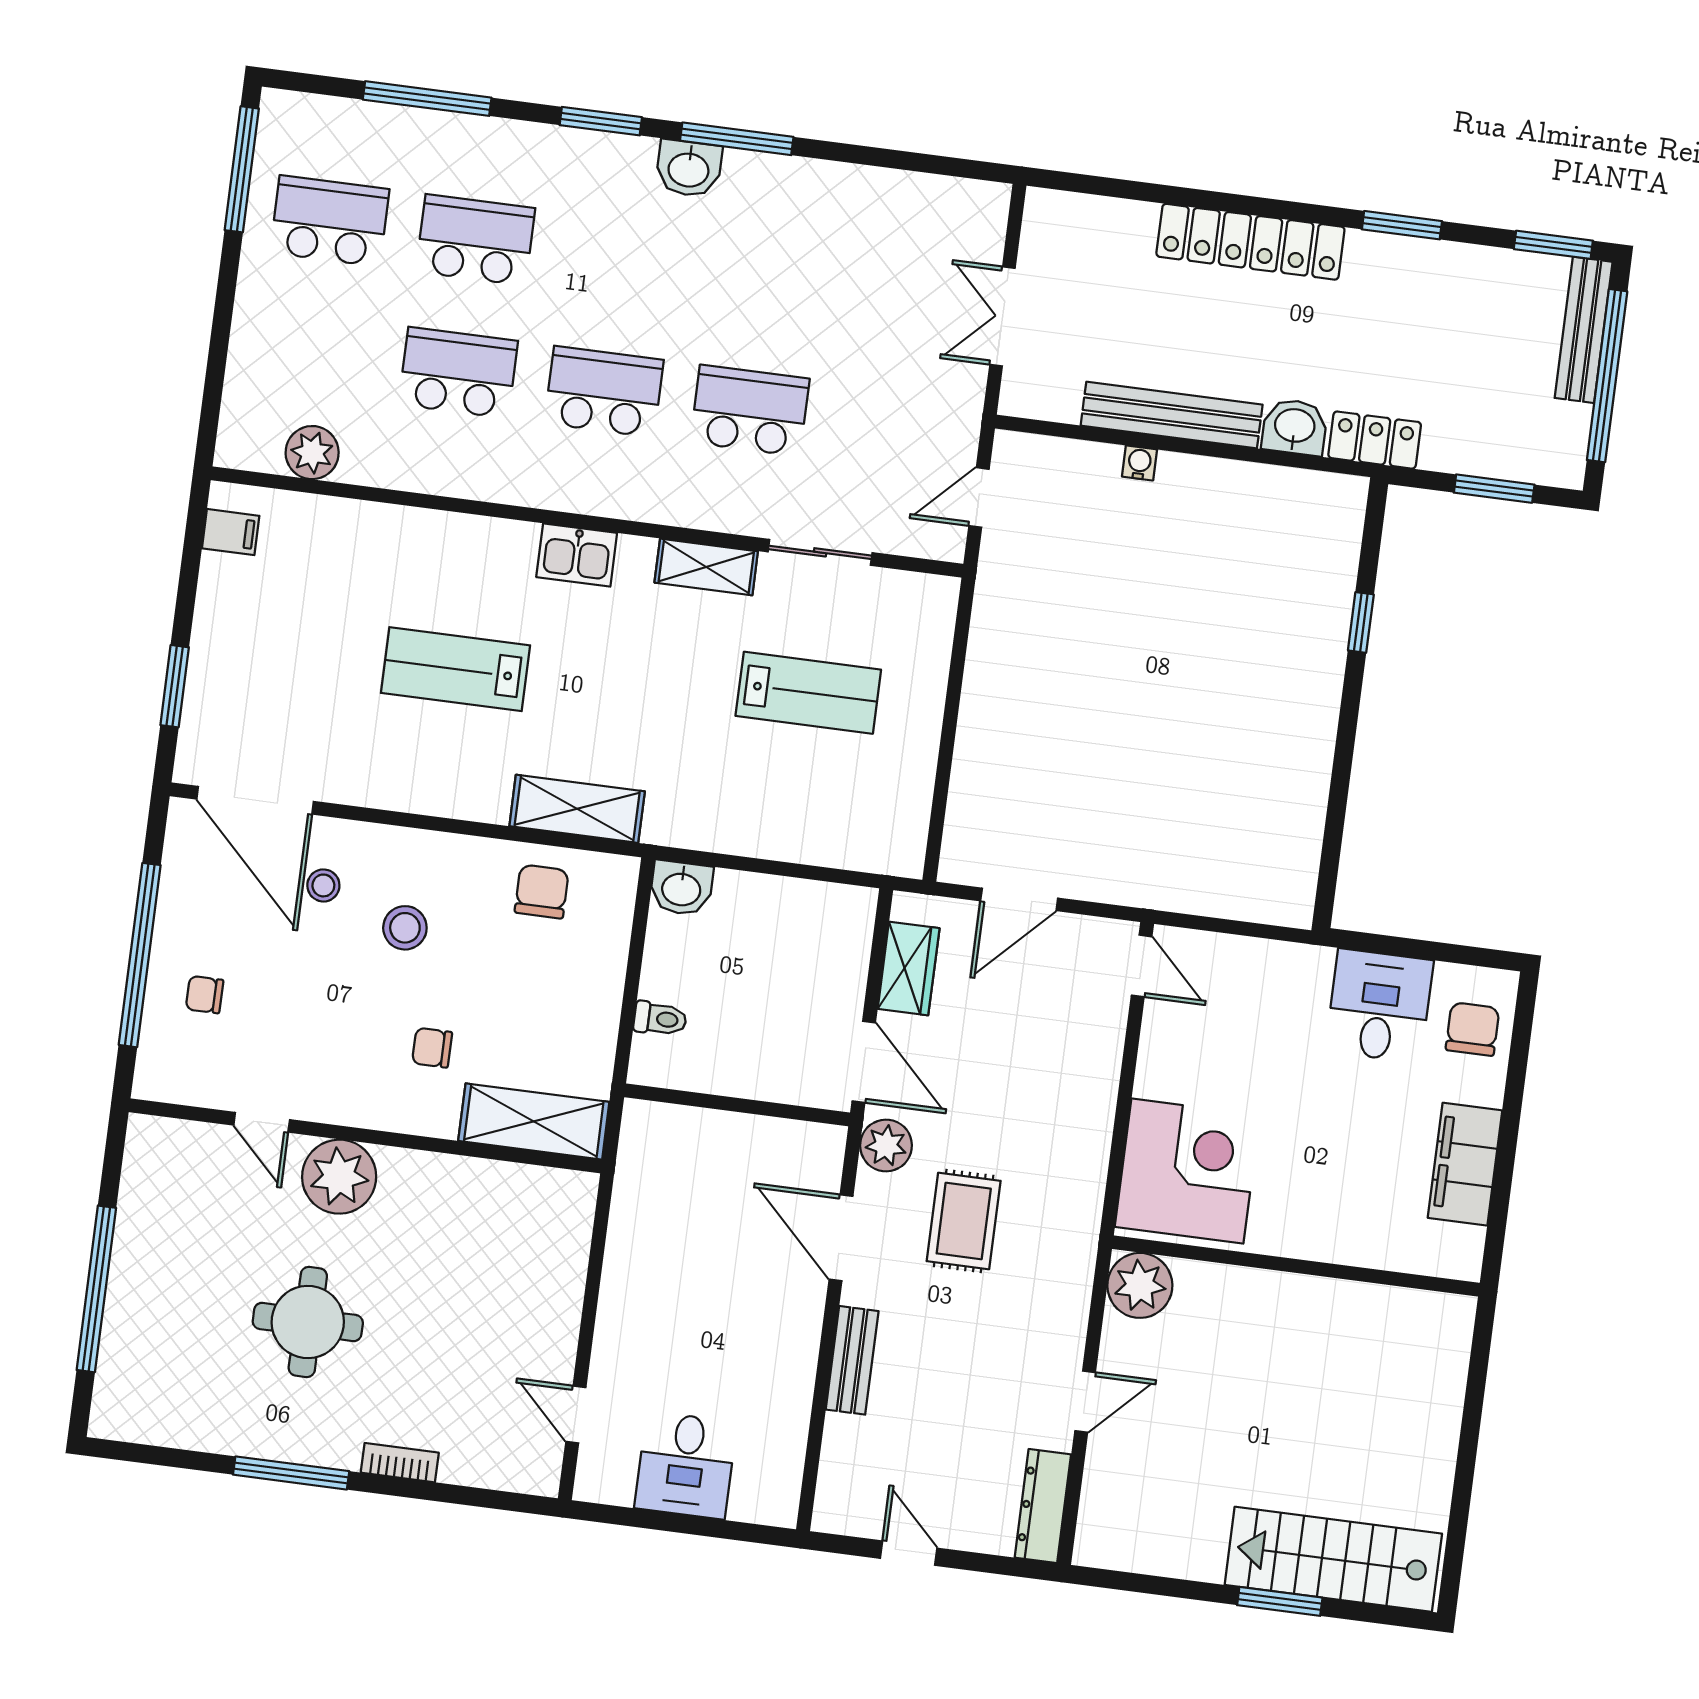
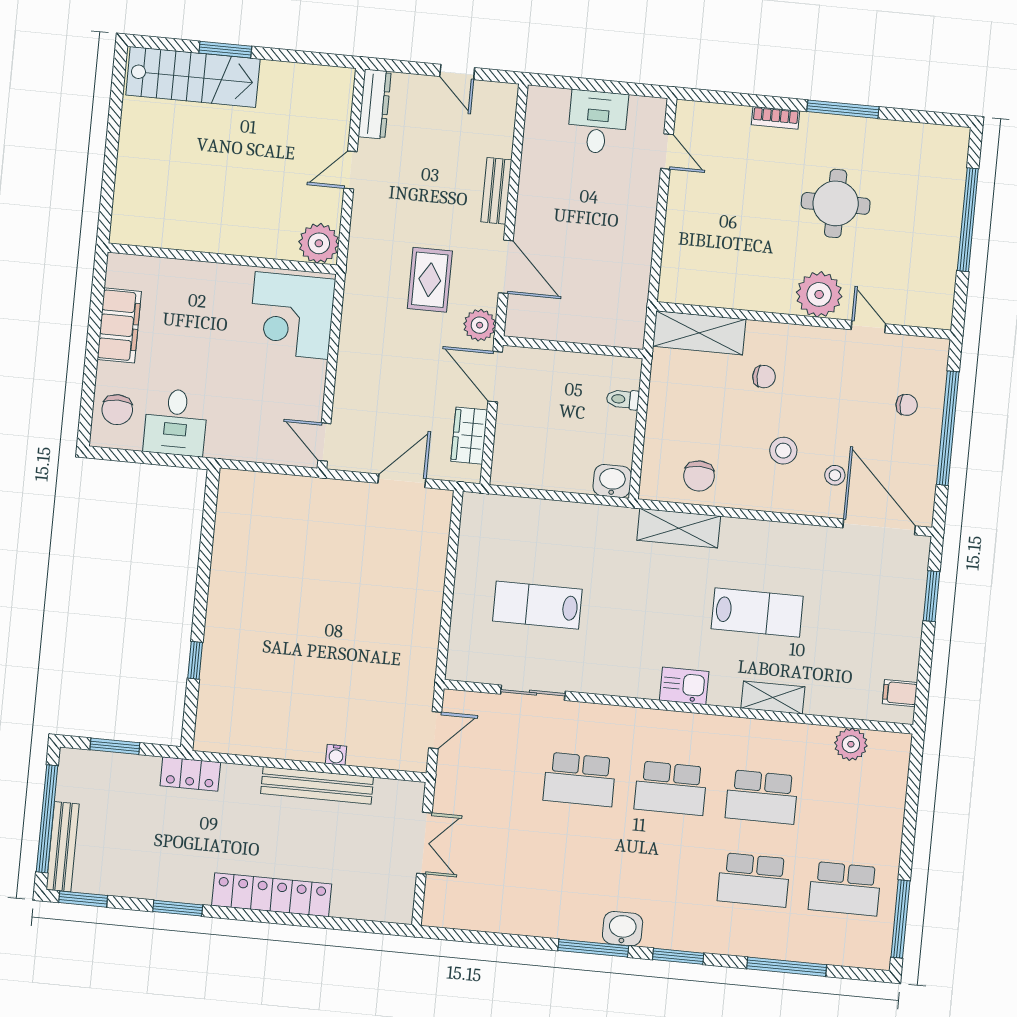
washbasin: (1295, 427) -> (240, 780), removed
shelving: (706, 567) -> (773, 698), moved

